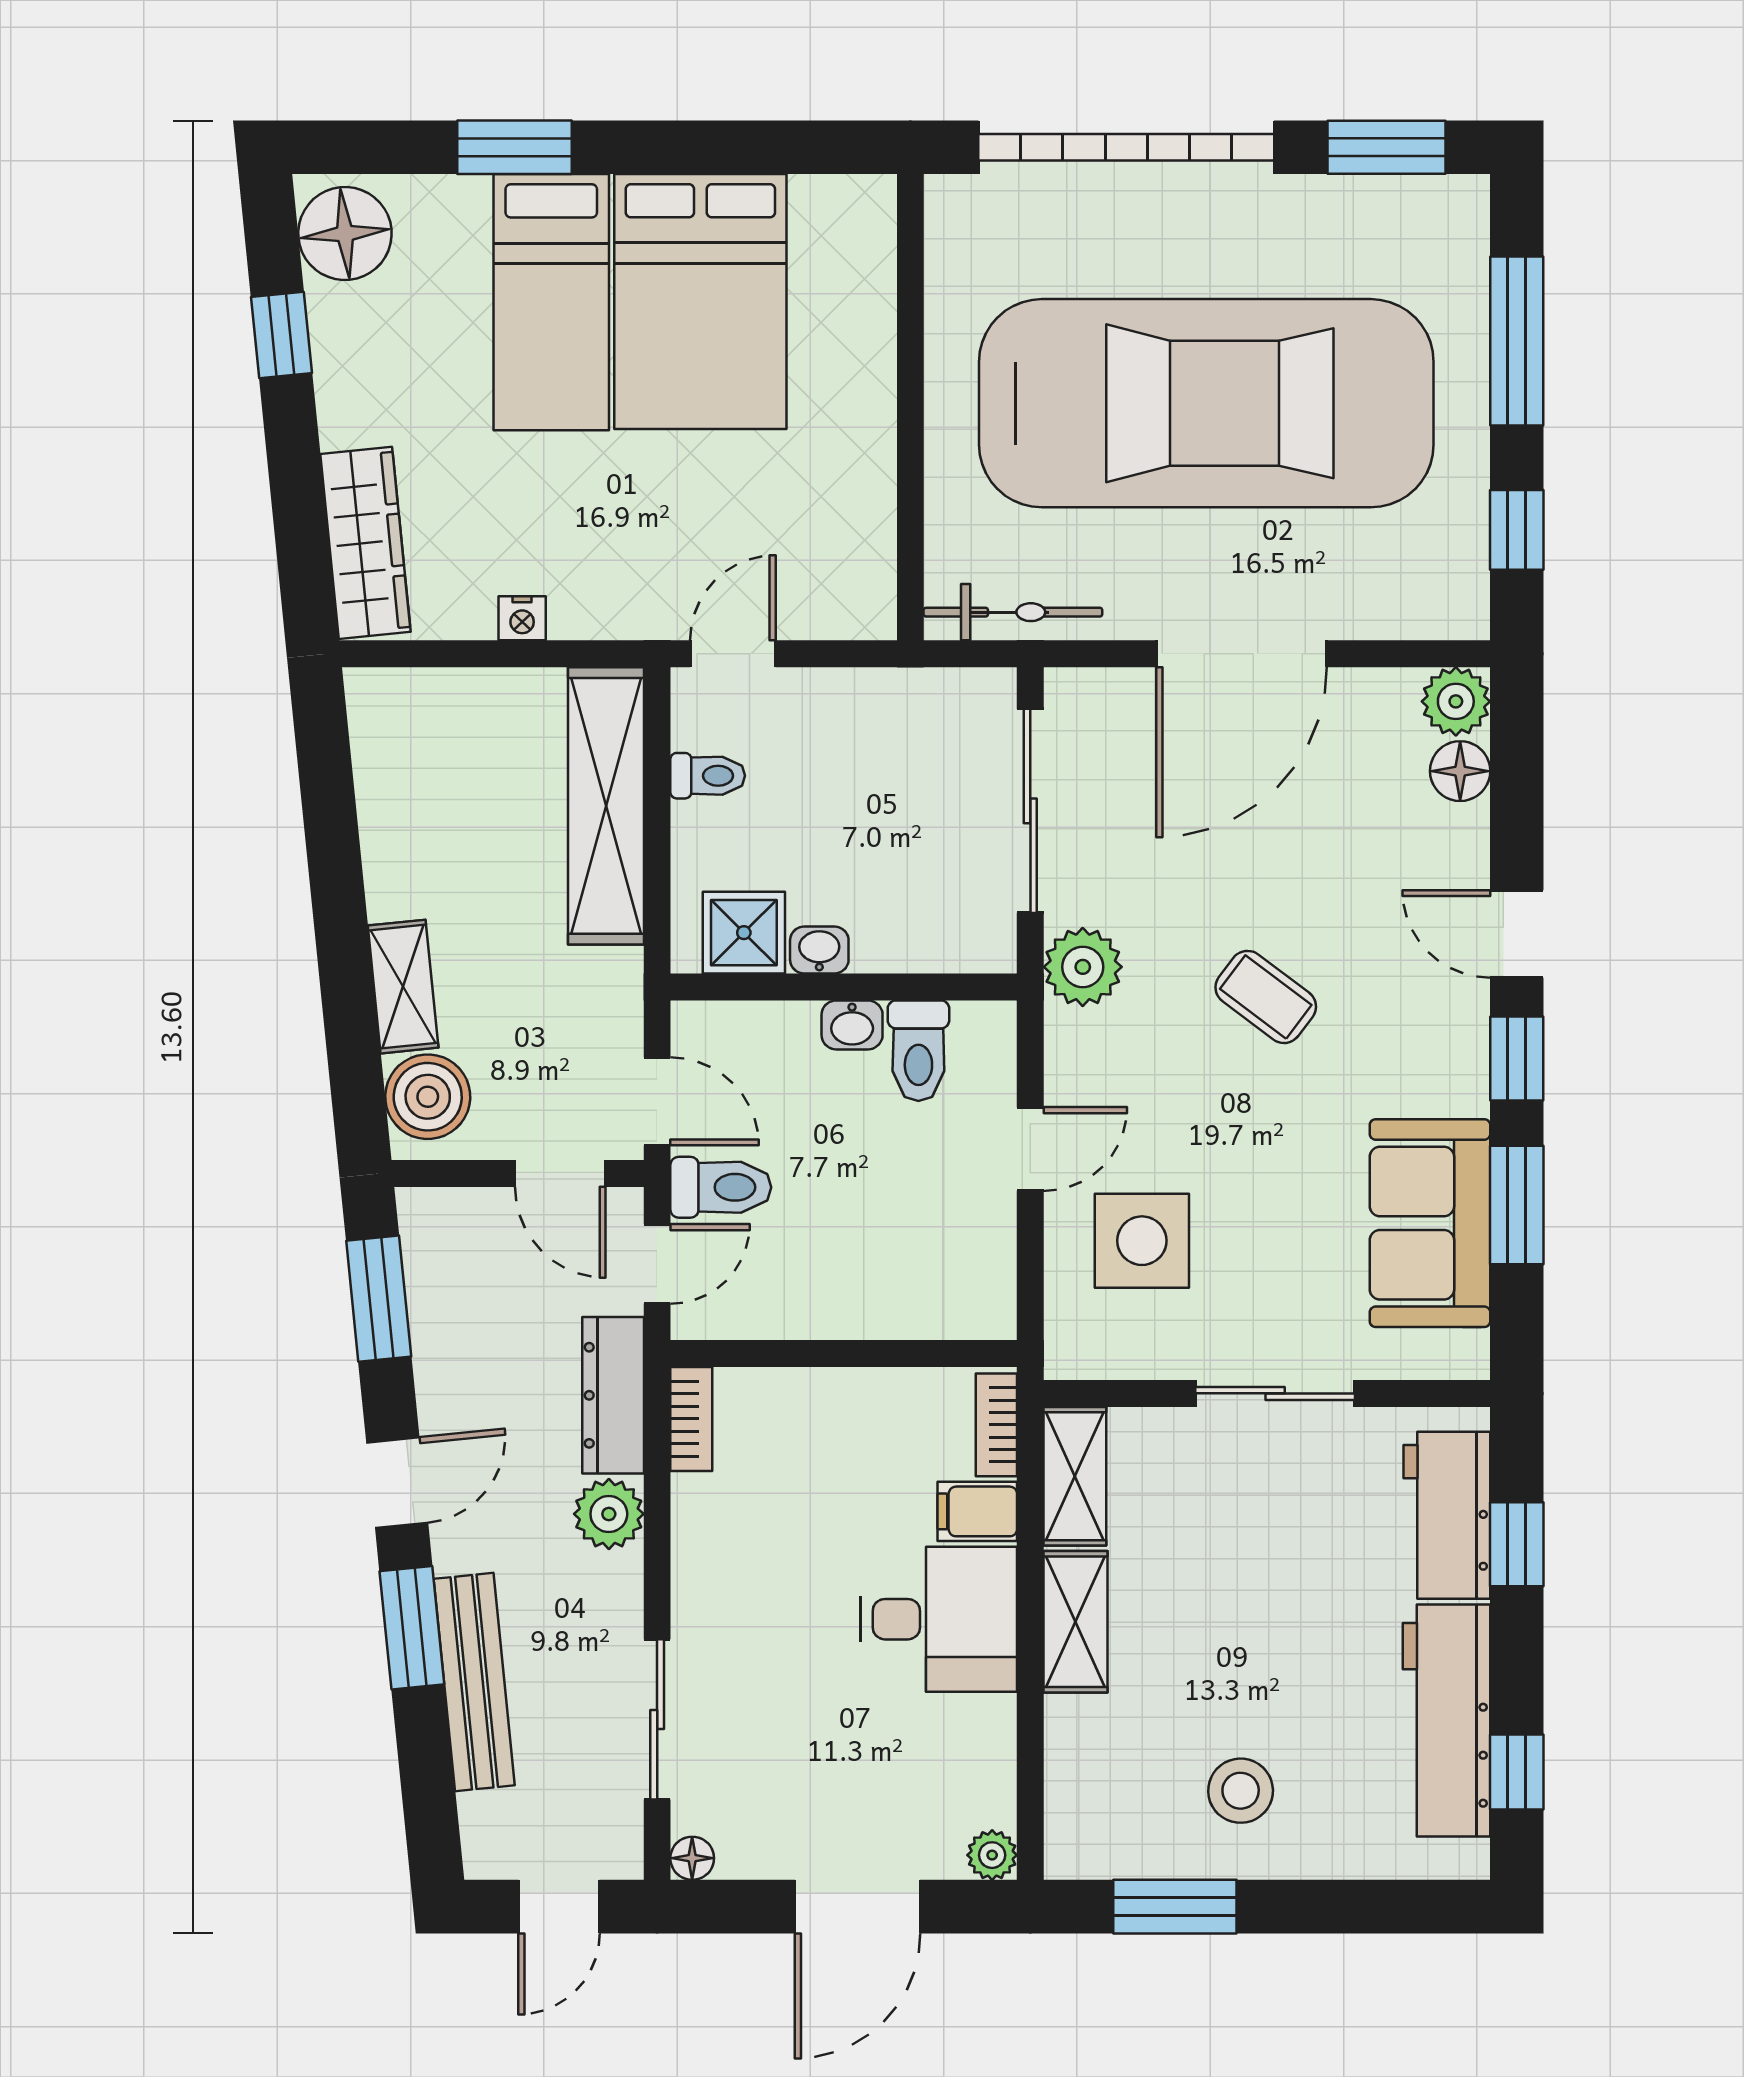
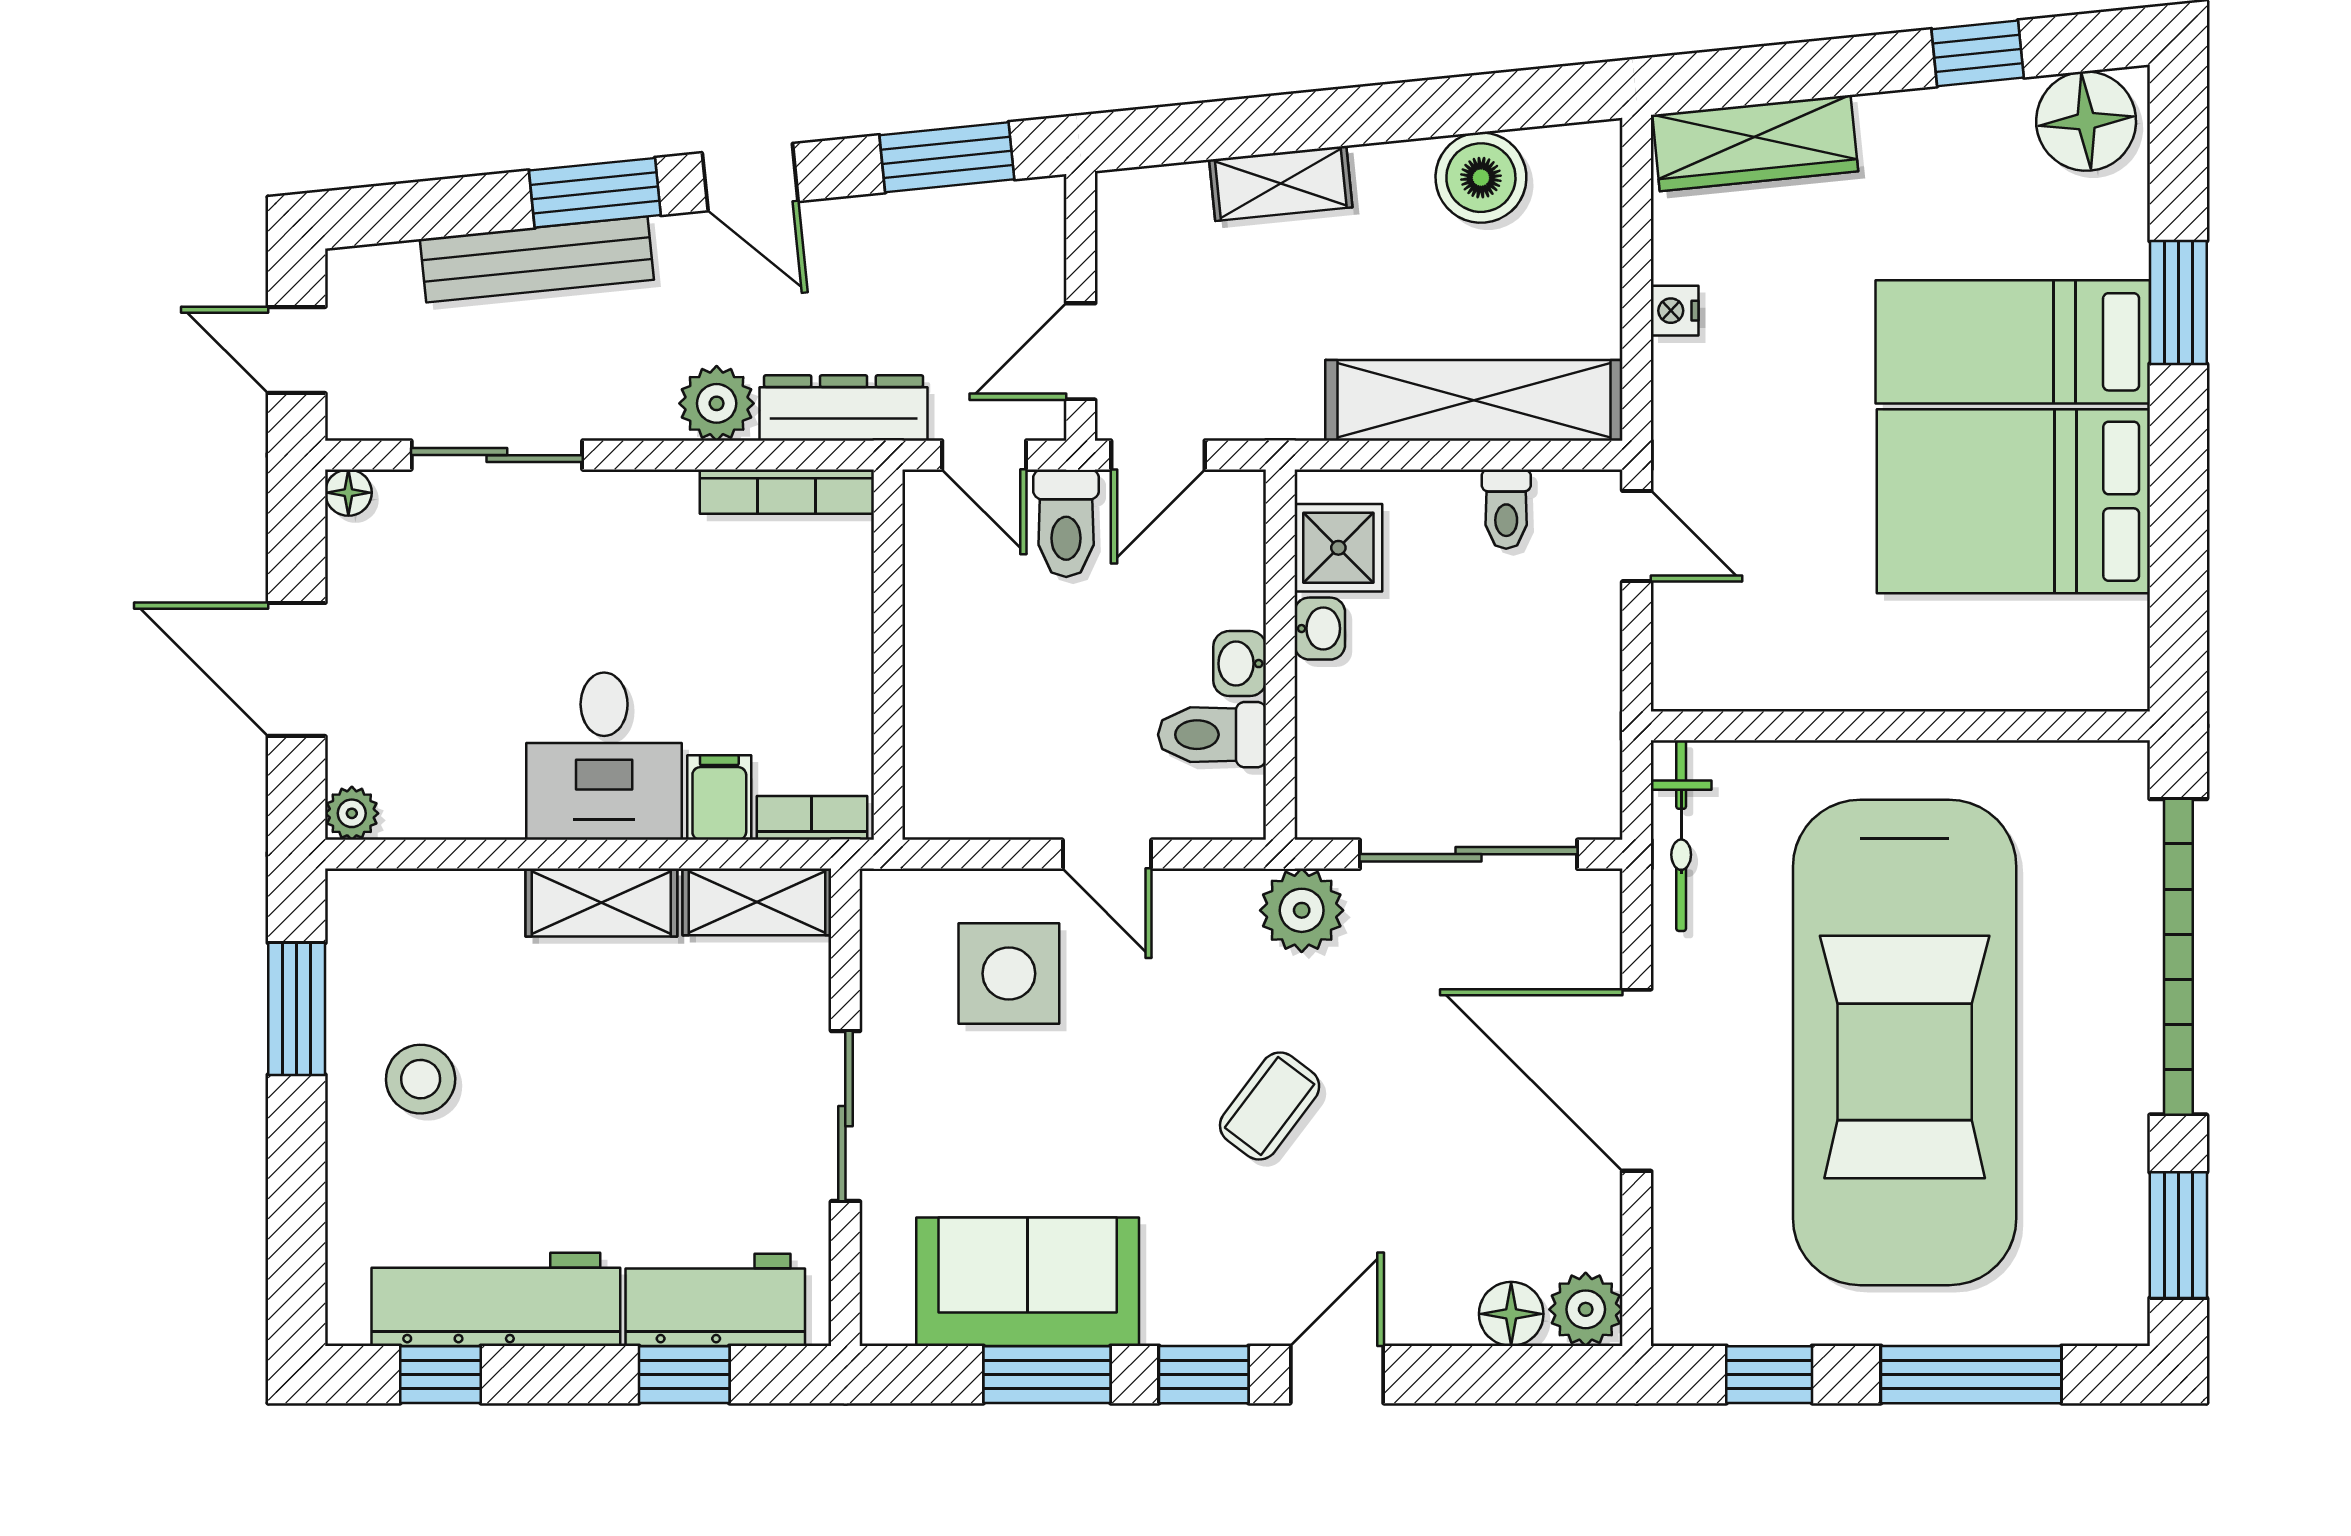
boiler: (428, 1097) -> (1481, 178), moved
bookcase: (691, 1419) -> (787, 492), width x1.56

